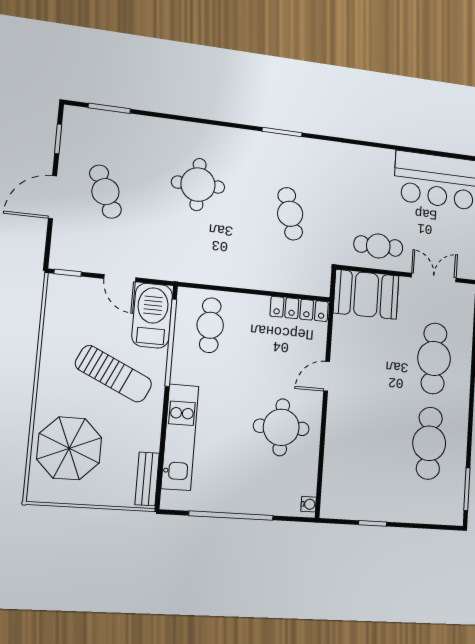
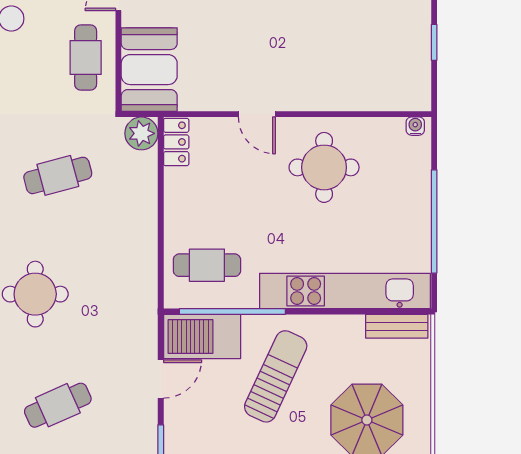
plant: (318, 283) -> (141, 133), added
locker: (299, 309) -> (176, 142), width x0.66
kitchen unit: (180, 437) -> (345, 291), width x1.36

